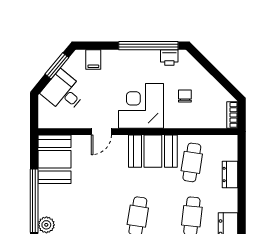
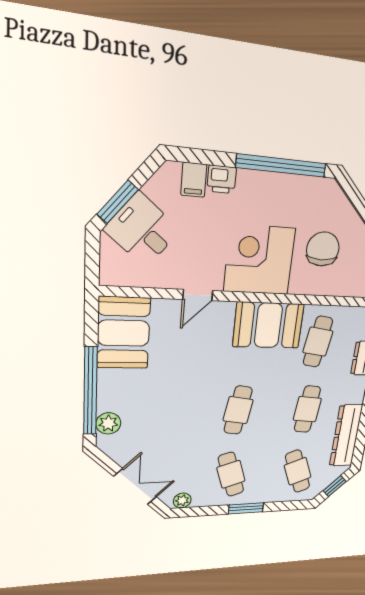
printer: (169, 57) -> (222, 179), moved
window: (57, 66) -> (118, 202), moved
chair: (185, 96) -> (323, 249), width x1.87, depth x1.87

